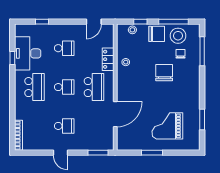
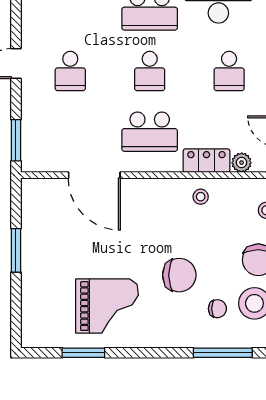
plant: (109, 42) -> (242, 163), added
grand piano: (167, 126) -> (107, 306), moved, turned 90

